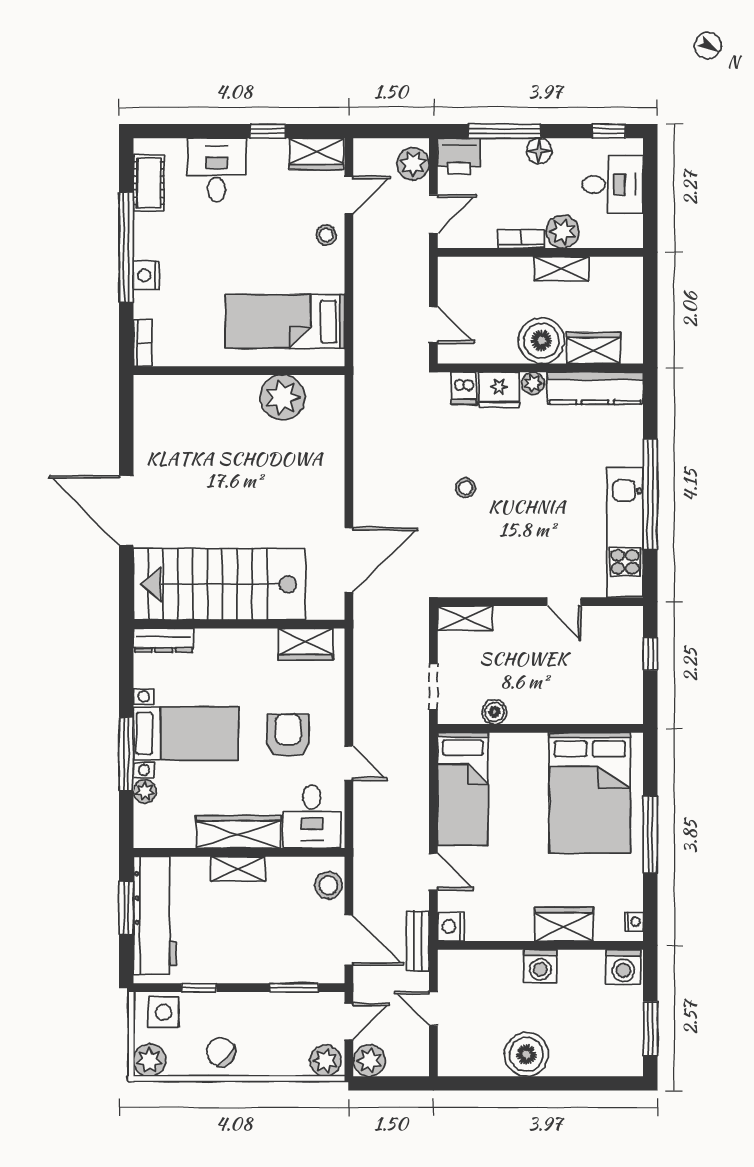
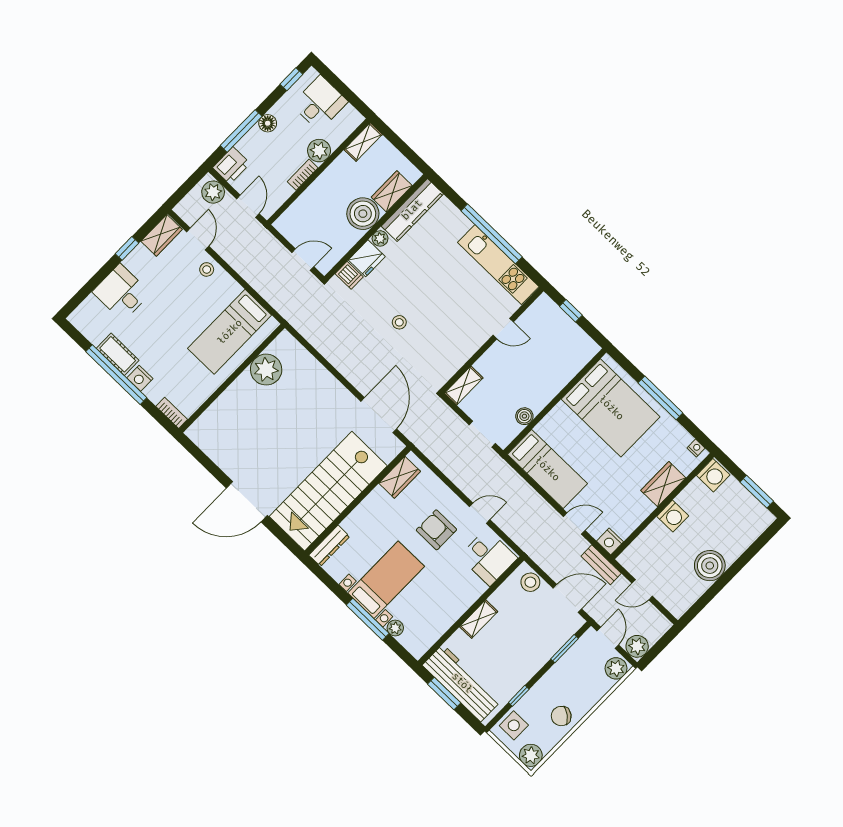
cot: (149, 183) -> (118, 354), moved
shelving: (561, 269) -> (363, 142), moved
wardrobe: (238, 832) -> (460, 601), removed

